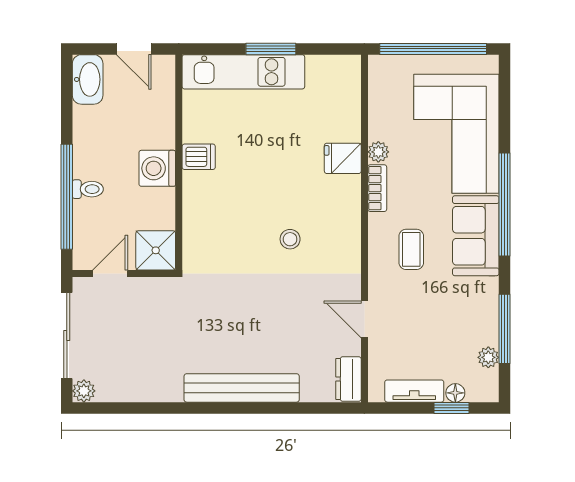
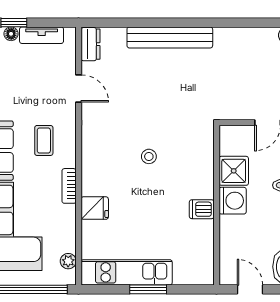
kitchen unit: (243, 72) -> (127, 272), moved
plant: (378, 152) -> (68, 261), moved
stool: (290, 239) -> (149, 156), moved
shower: (156, 250) -> (234, 171), moved

